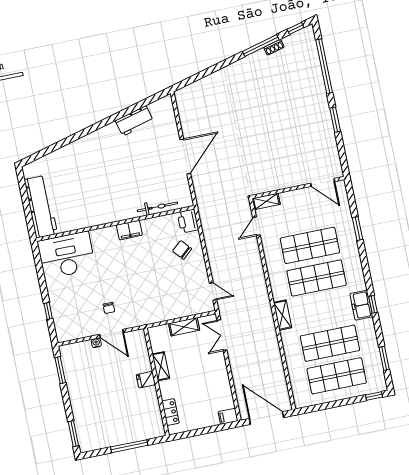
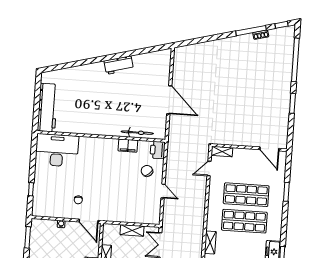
workbench: (134, 121) -> (119, 65), moved
door: (185, 157) -> (169, 100), hinge flipped
filing cabinet: (129, 230) -> (128, 146), moved
door: (213, 291) -> (163, 191), moved
door: (112, 334) -> (89, 221), moved

